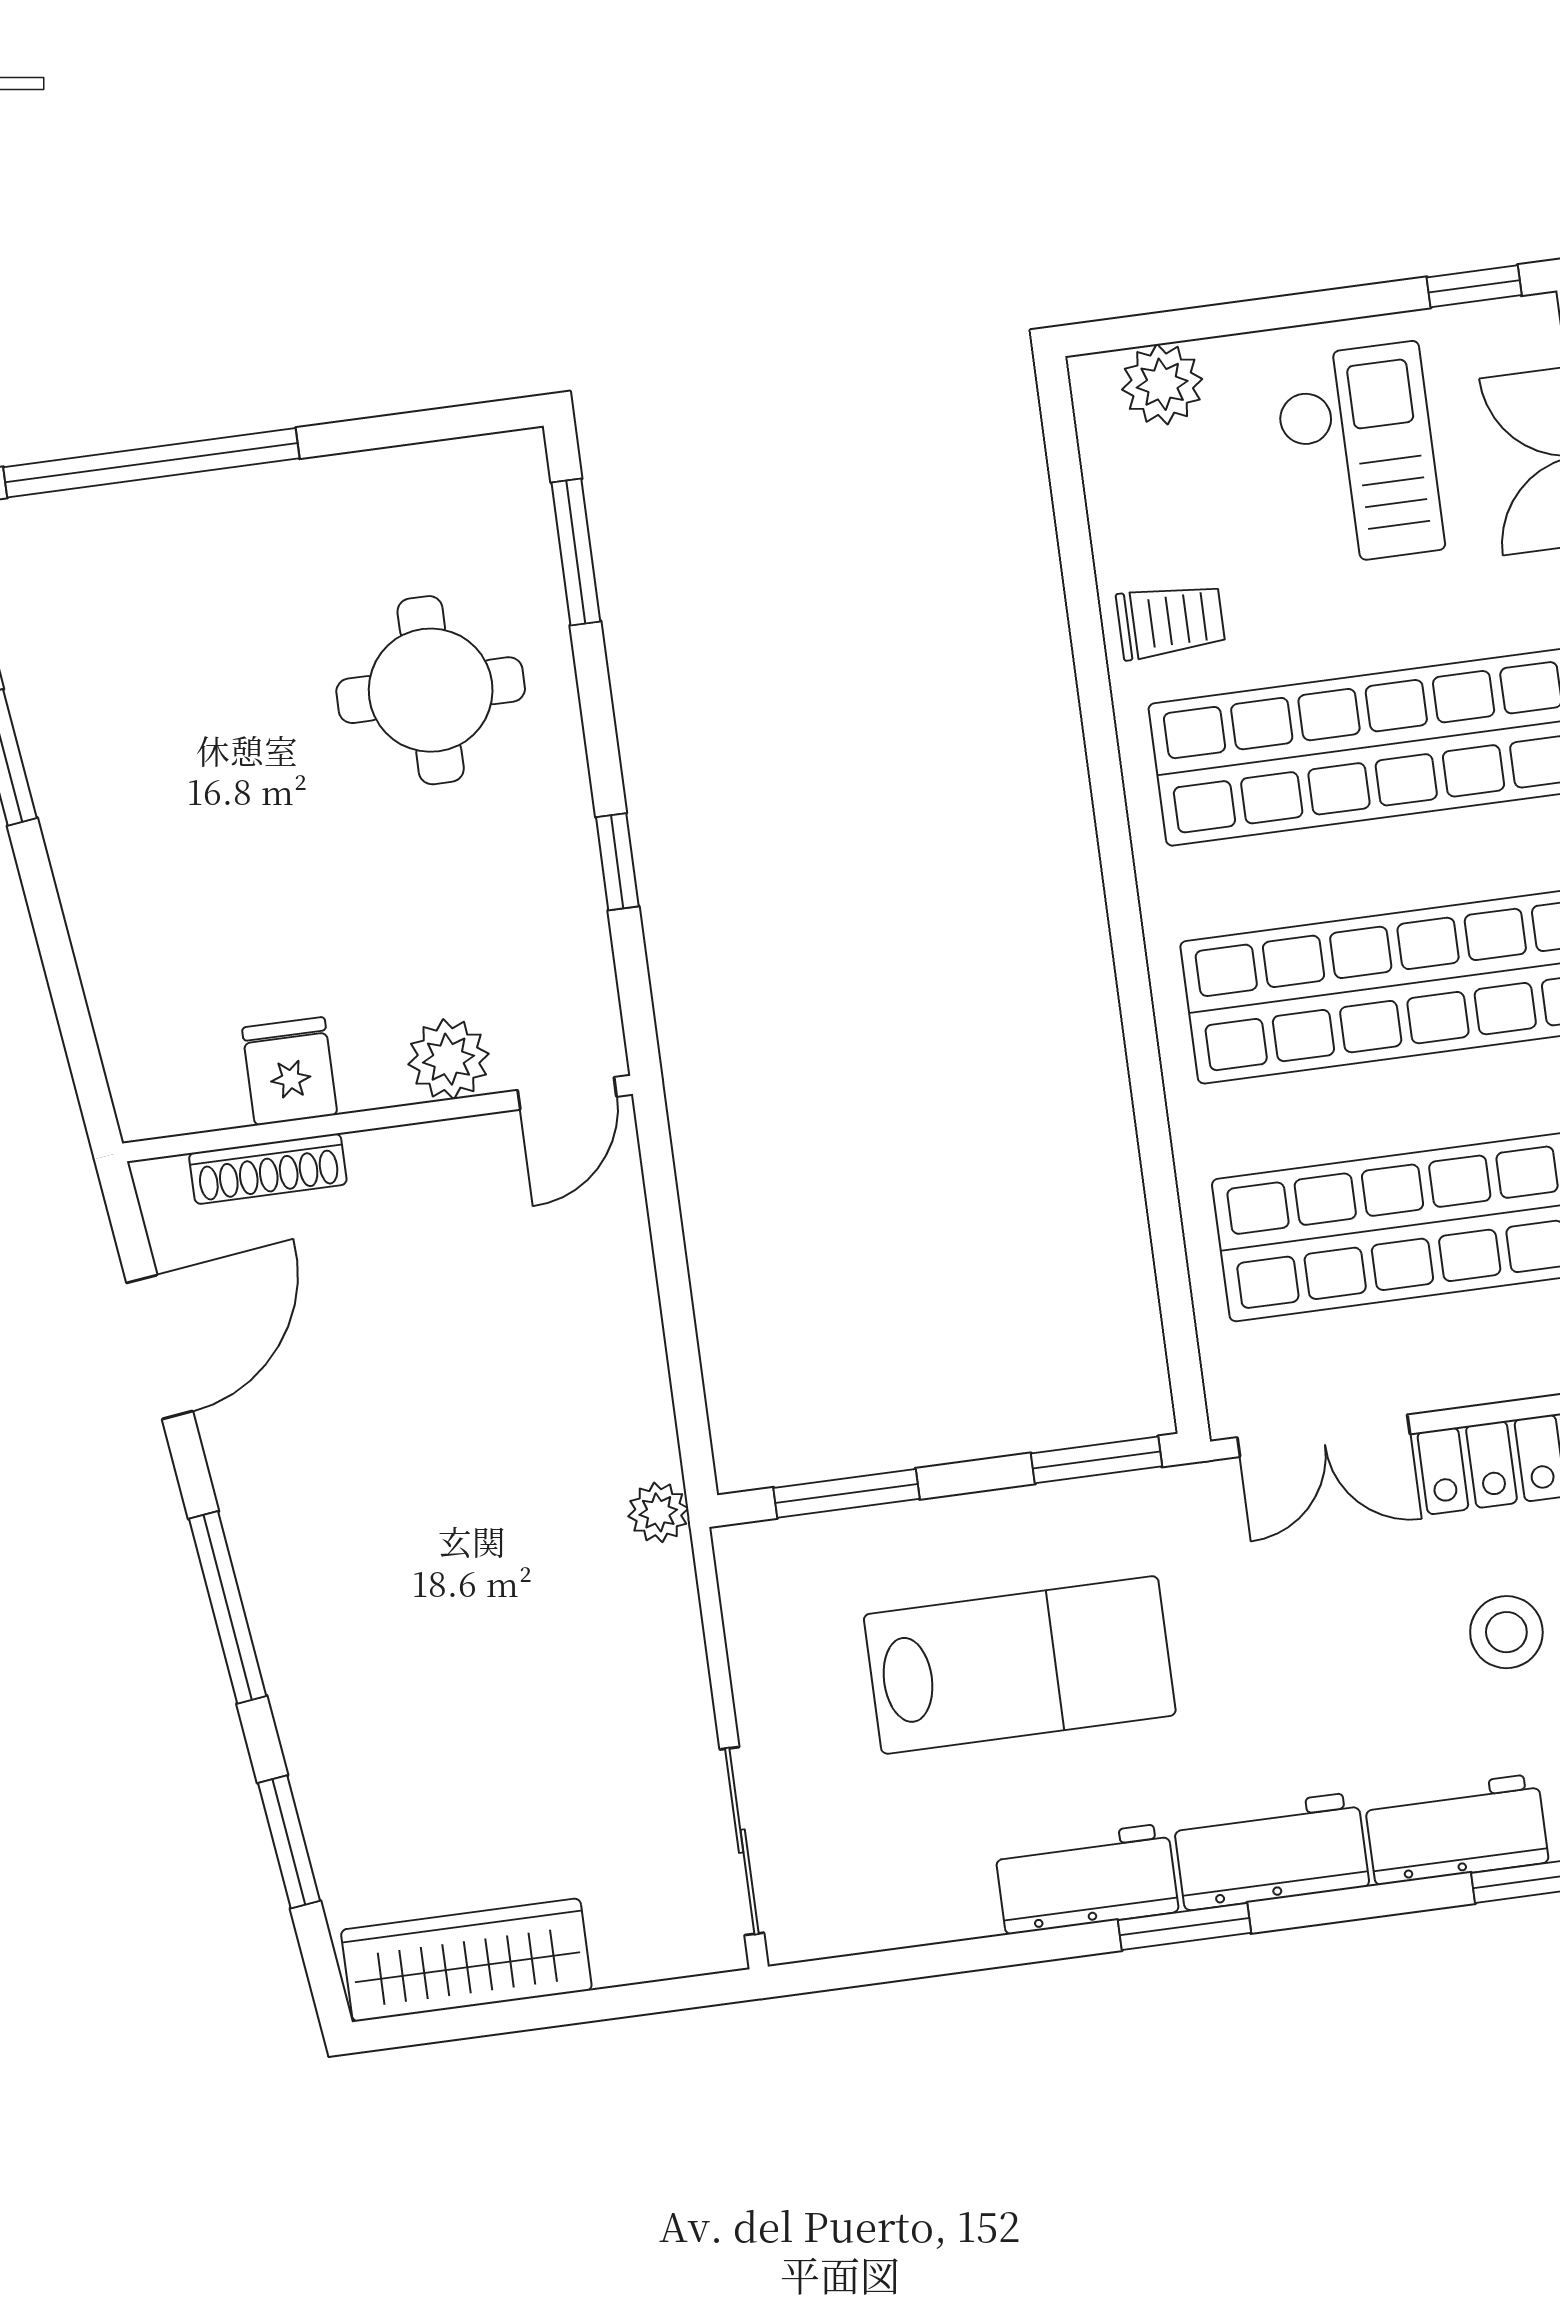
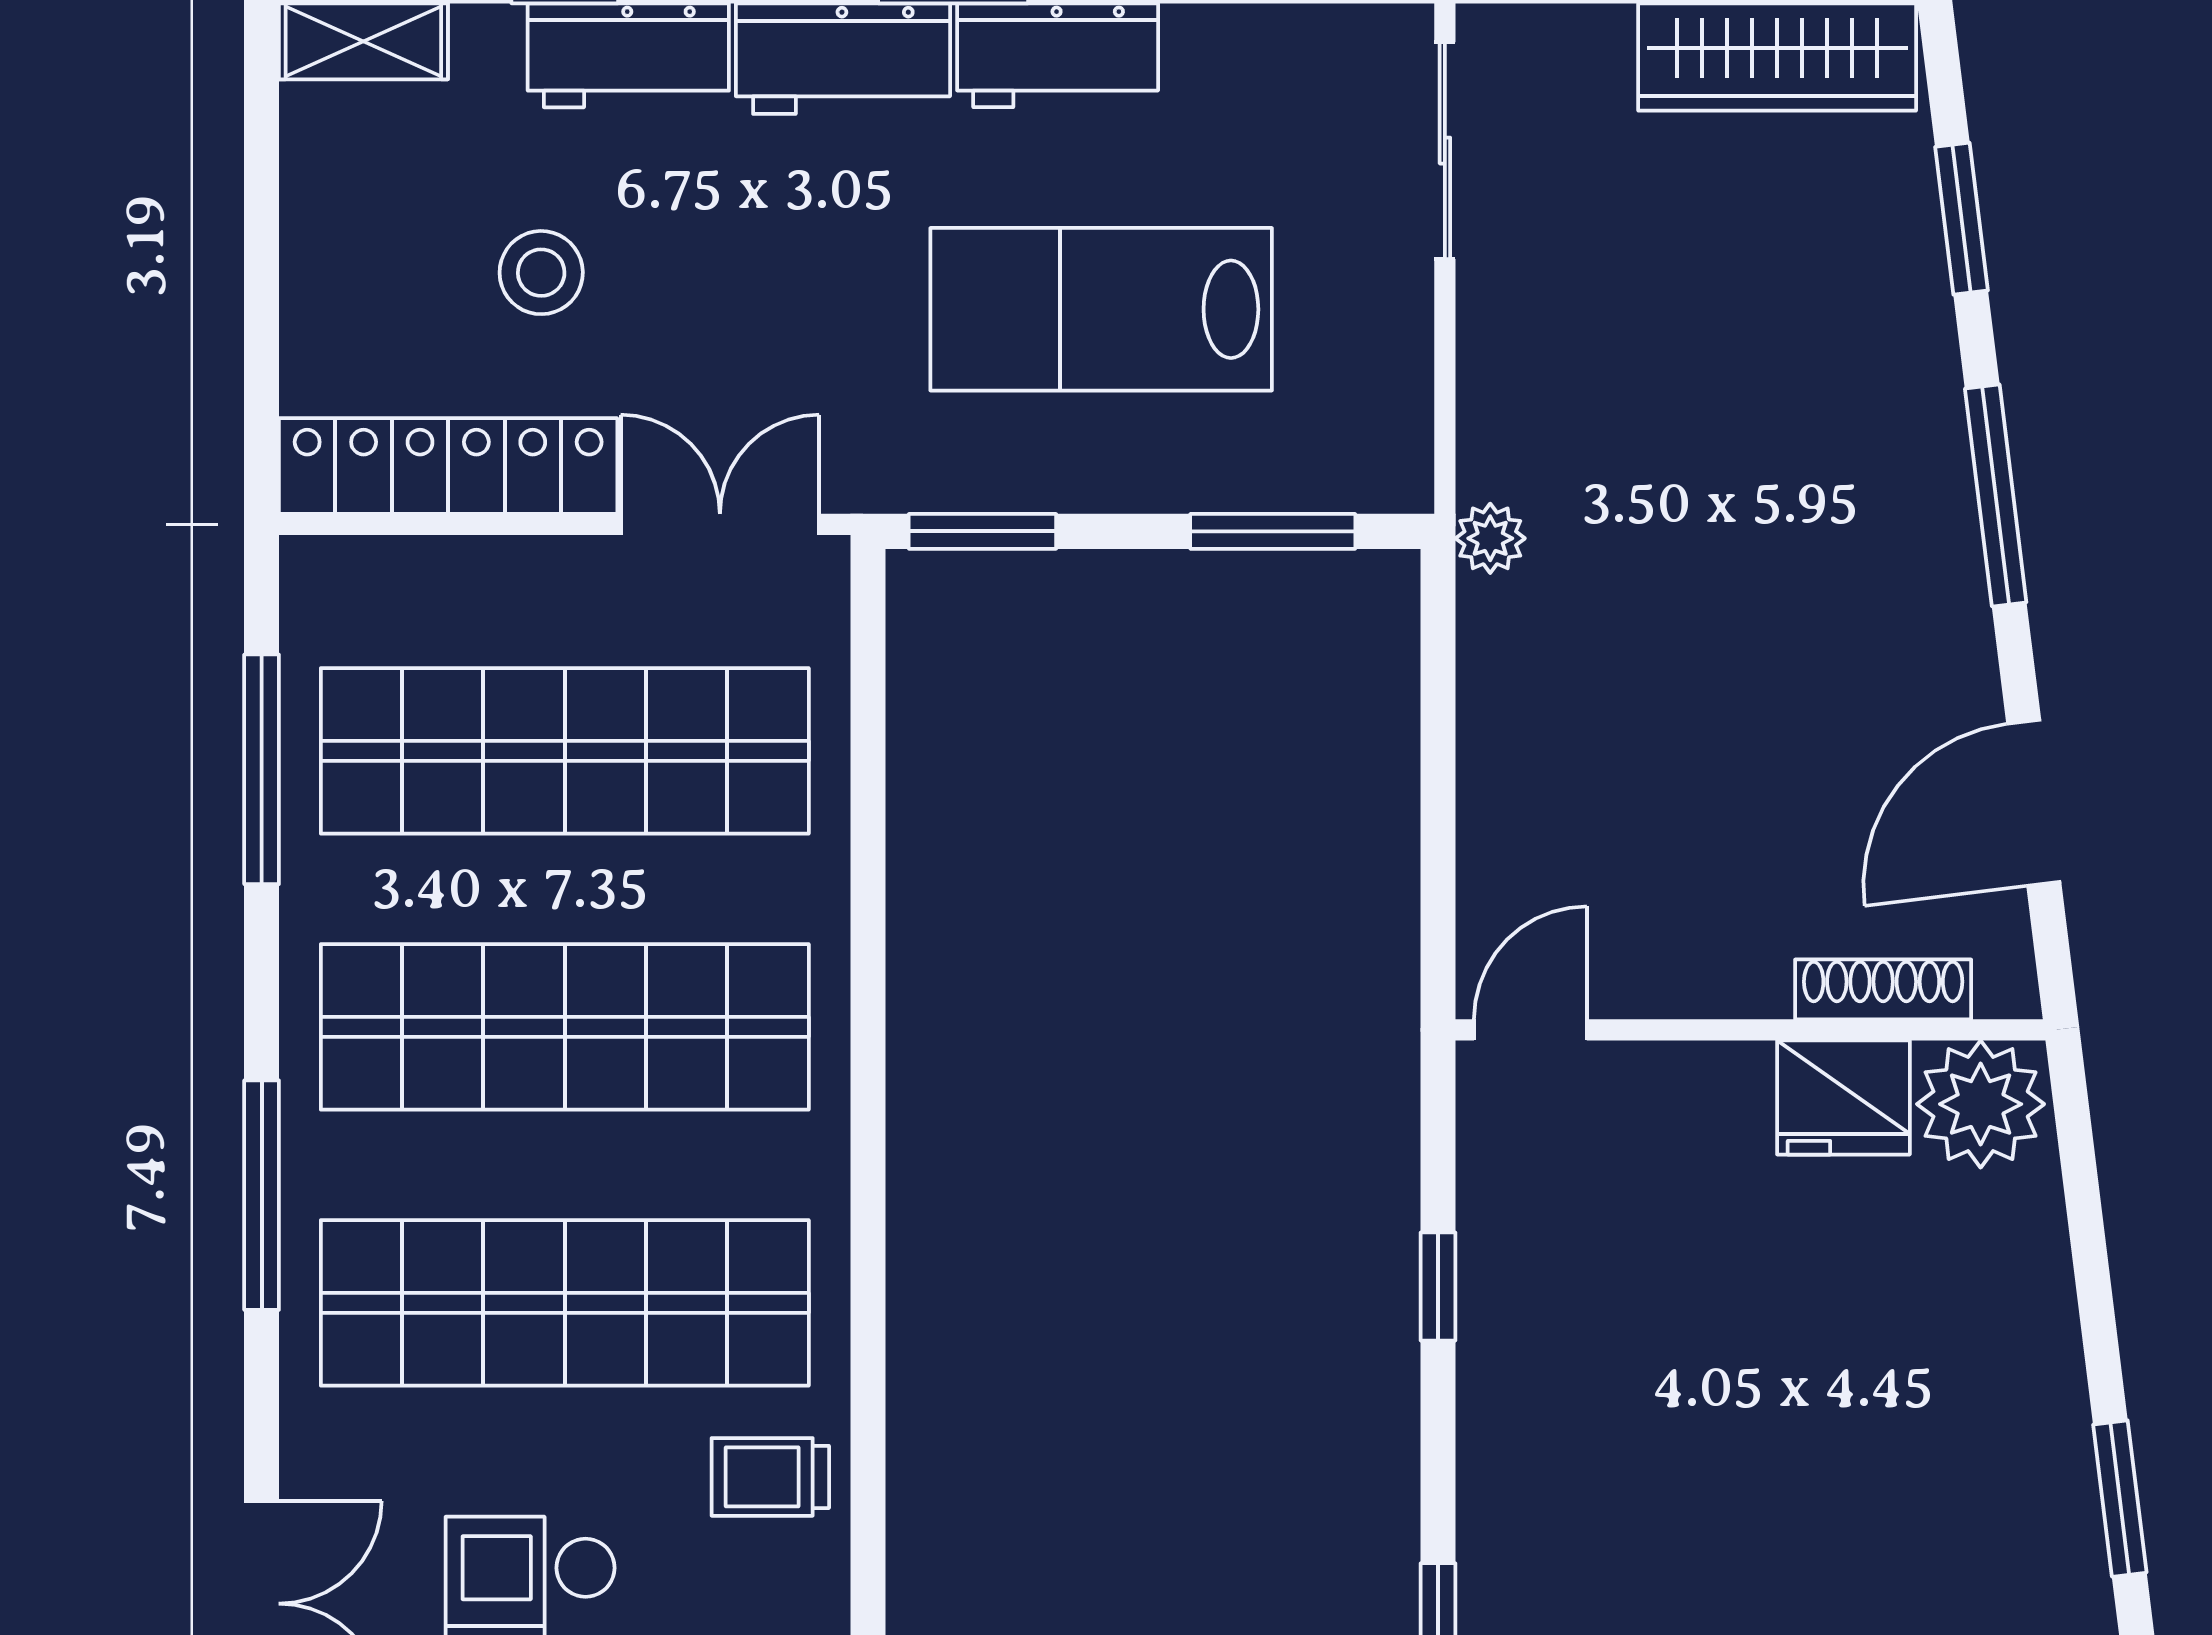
round table: (431, 690) -> (1625, 1511), removed
plant: (448, 1059) -> (1981, 1104), moved, width x1.36, depth x1.36
fridge: (290, 1071) -> (1843, 1097), width x1.38

